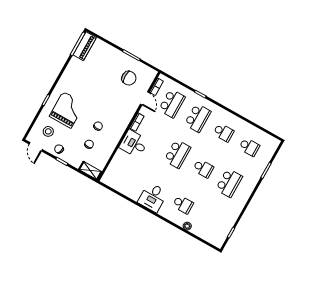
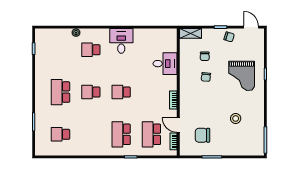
piano: (85, 46) -> (258, 141), removed
stool: (48, 131) -> (236, 118), moved
school desk: (223, 132) -> (91, 134), removed
desk: (134, 144) -> (165, 64), moved
school desk: (177, 154) -> (121, 92), width x0.54

